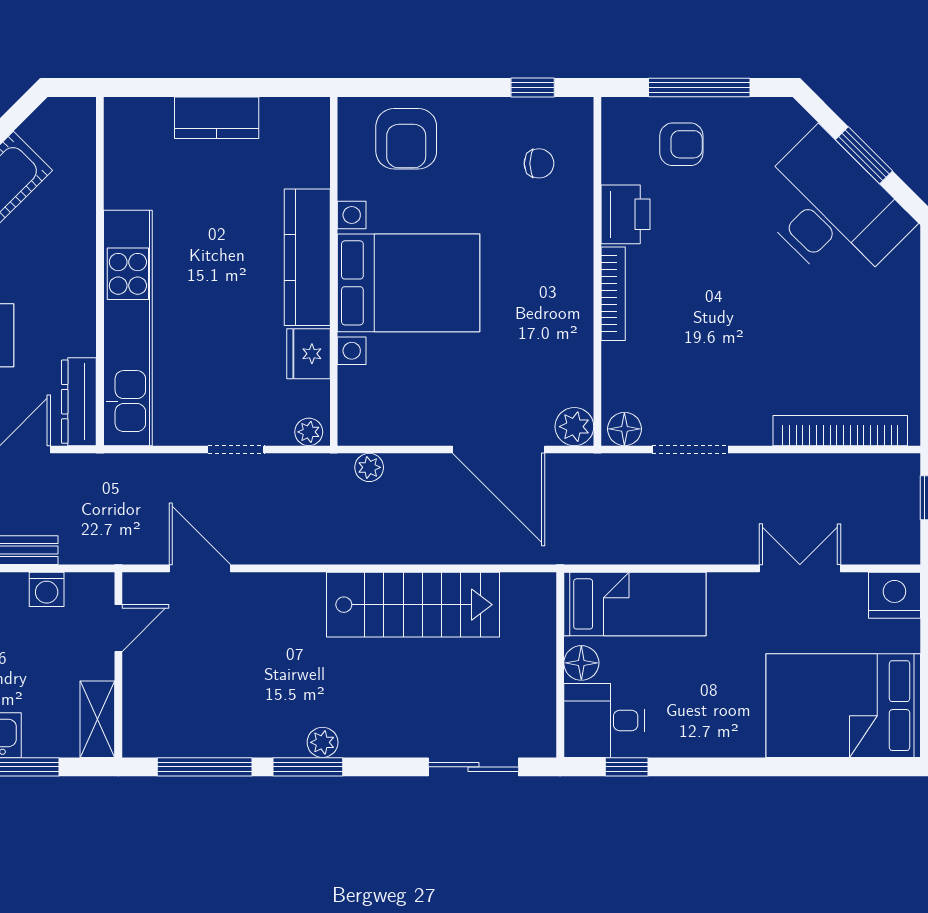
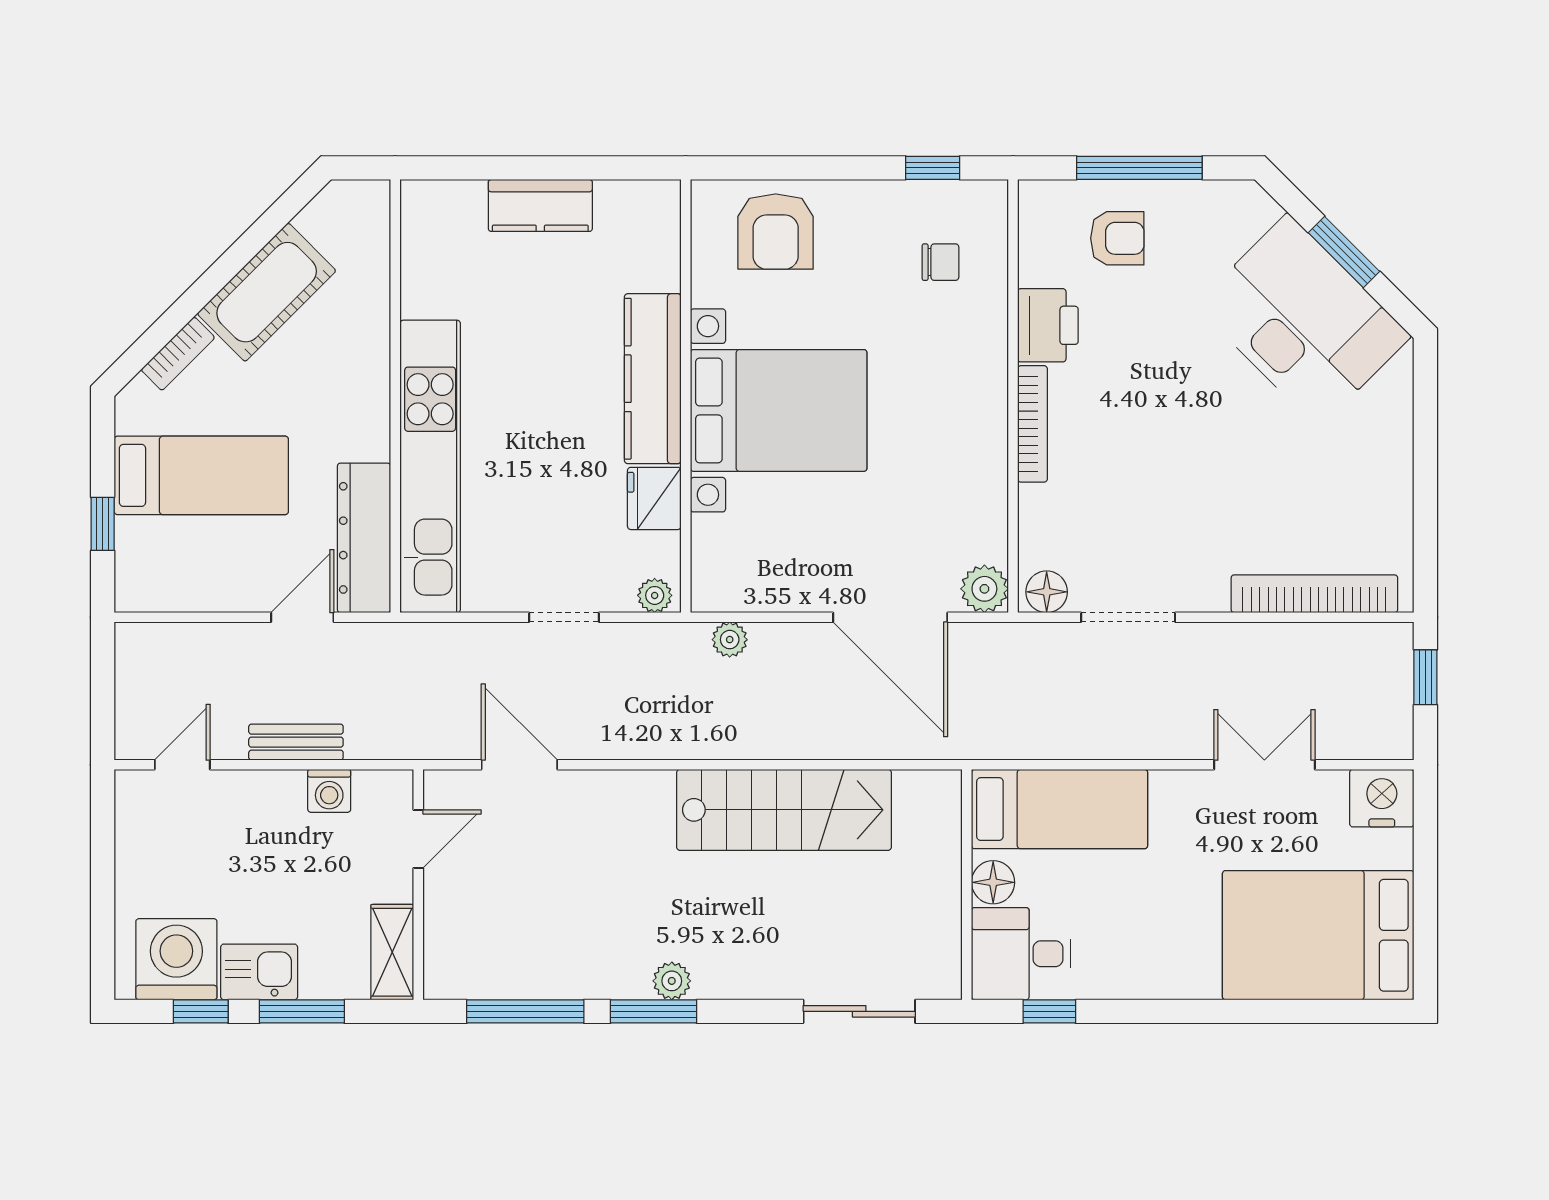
dresser: (79, 402) -> (364, 538), width x1.37, depth x1.24

